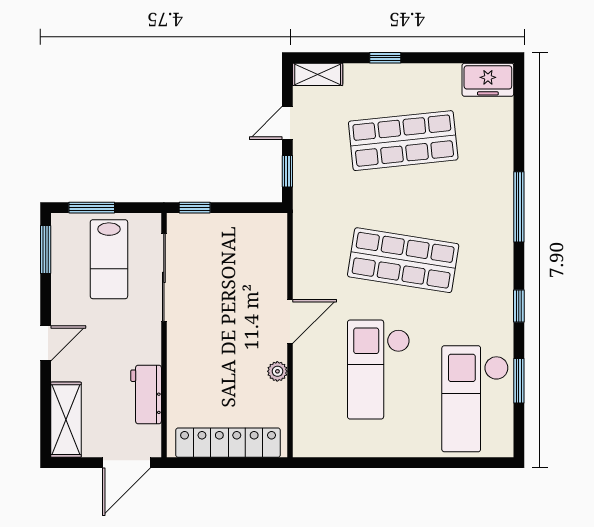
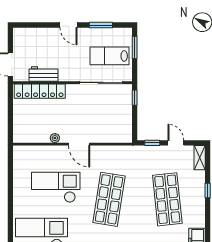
window: (46, 250) -> (101, 25), moved
shelving: (66, 420) -> (31, 35), removed
locker: (228, 443) -> (40, 91), moved, turned 90

